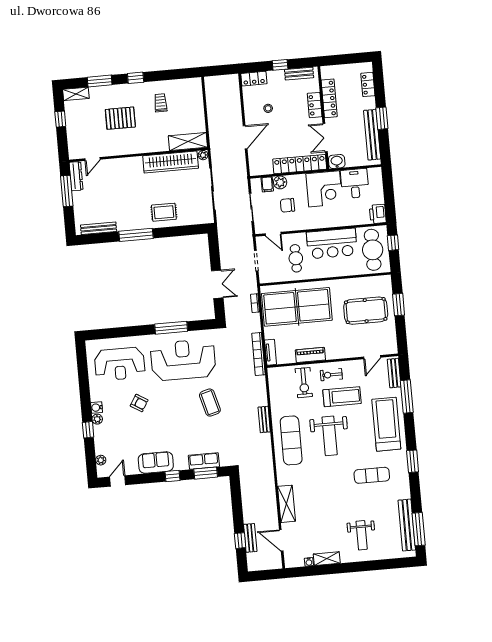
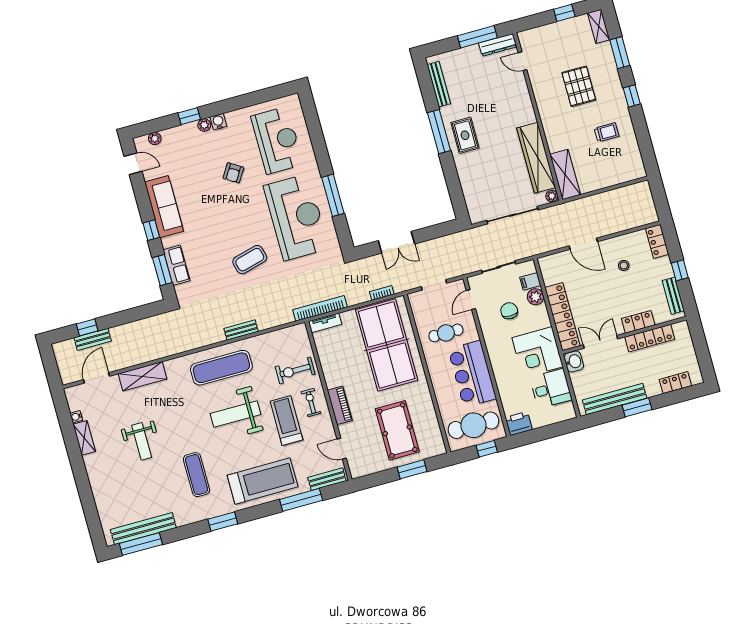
rug: (164, 212) -> (465, 135), moved
piano: (310, 355) -> (340, 405), moved
reception desk: (120, 364) -> (277, 140), turned 180
treadmill: (342, 397) -> (286, 421), turned 180
sofa: (156, 463) -> (164, 207), width x1.36
weight bench: (362, 535) -> (142, 441), moved, turned -90

